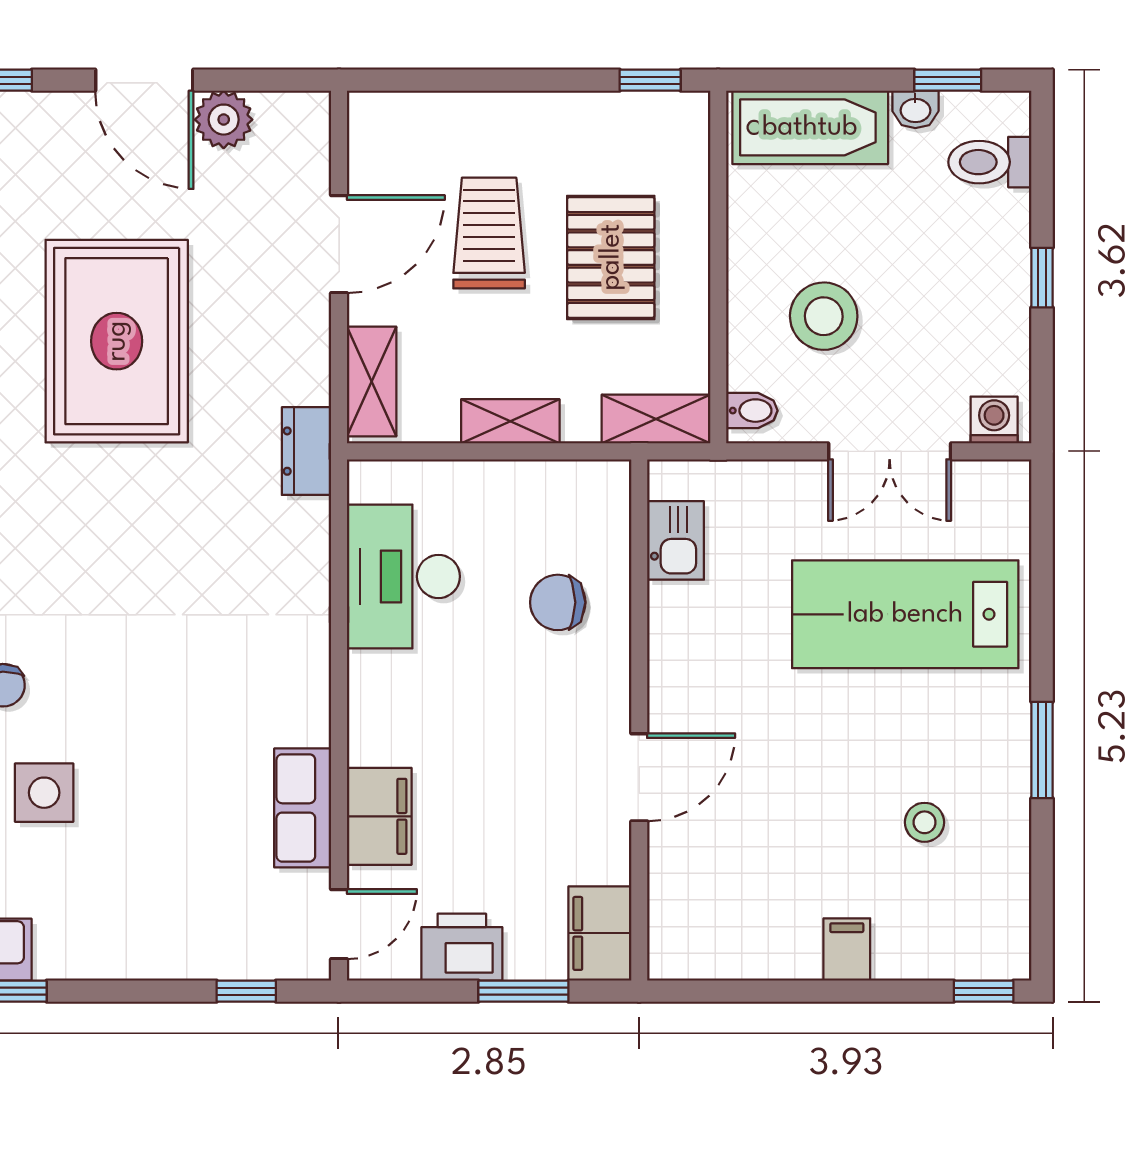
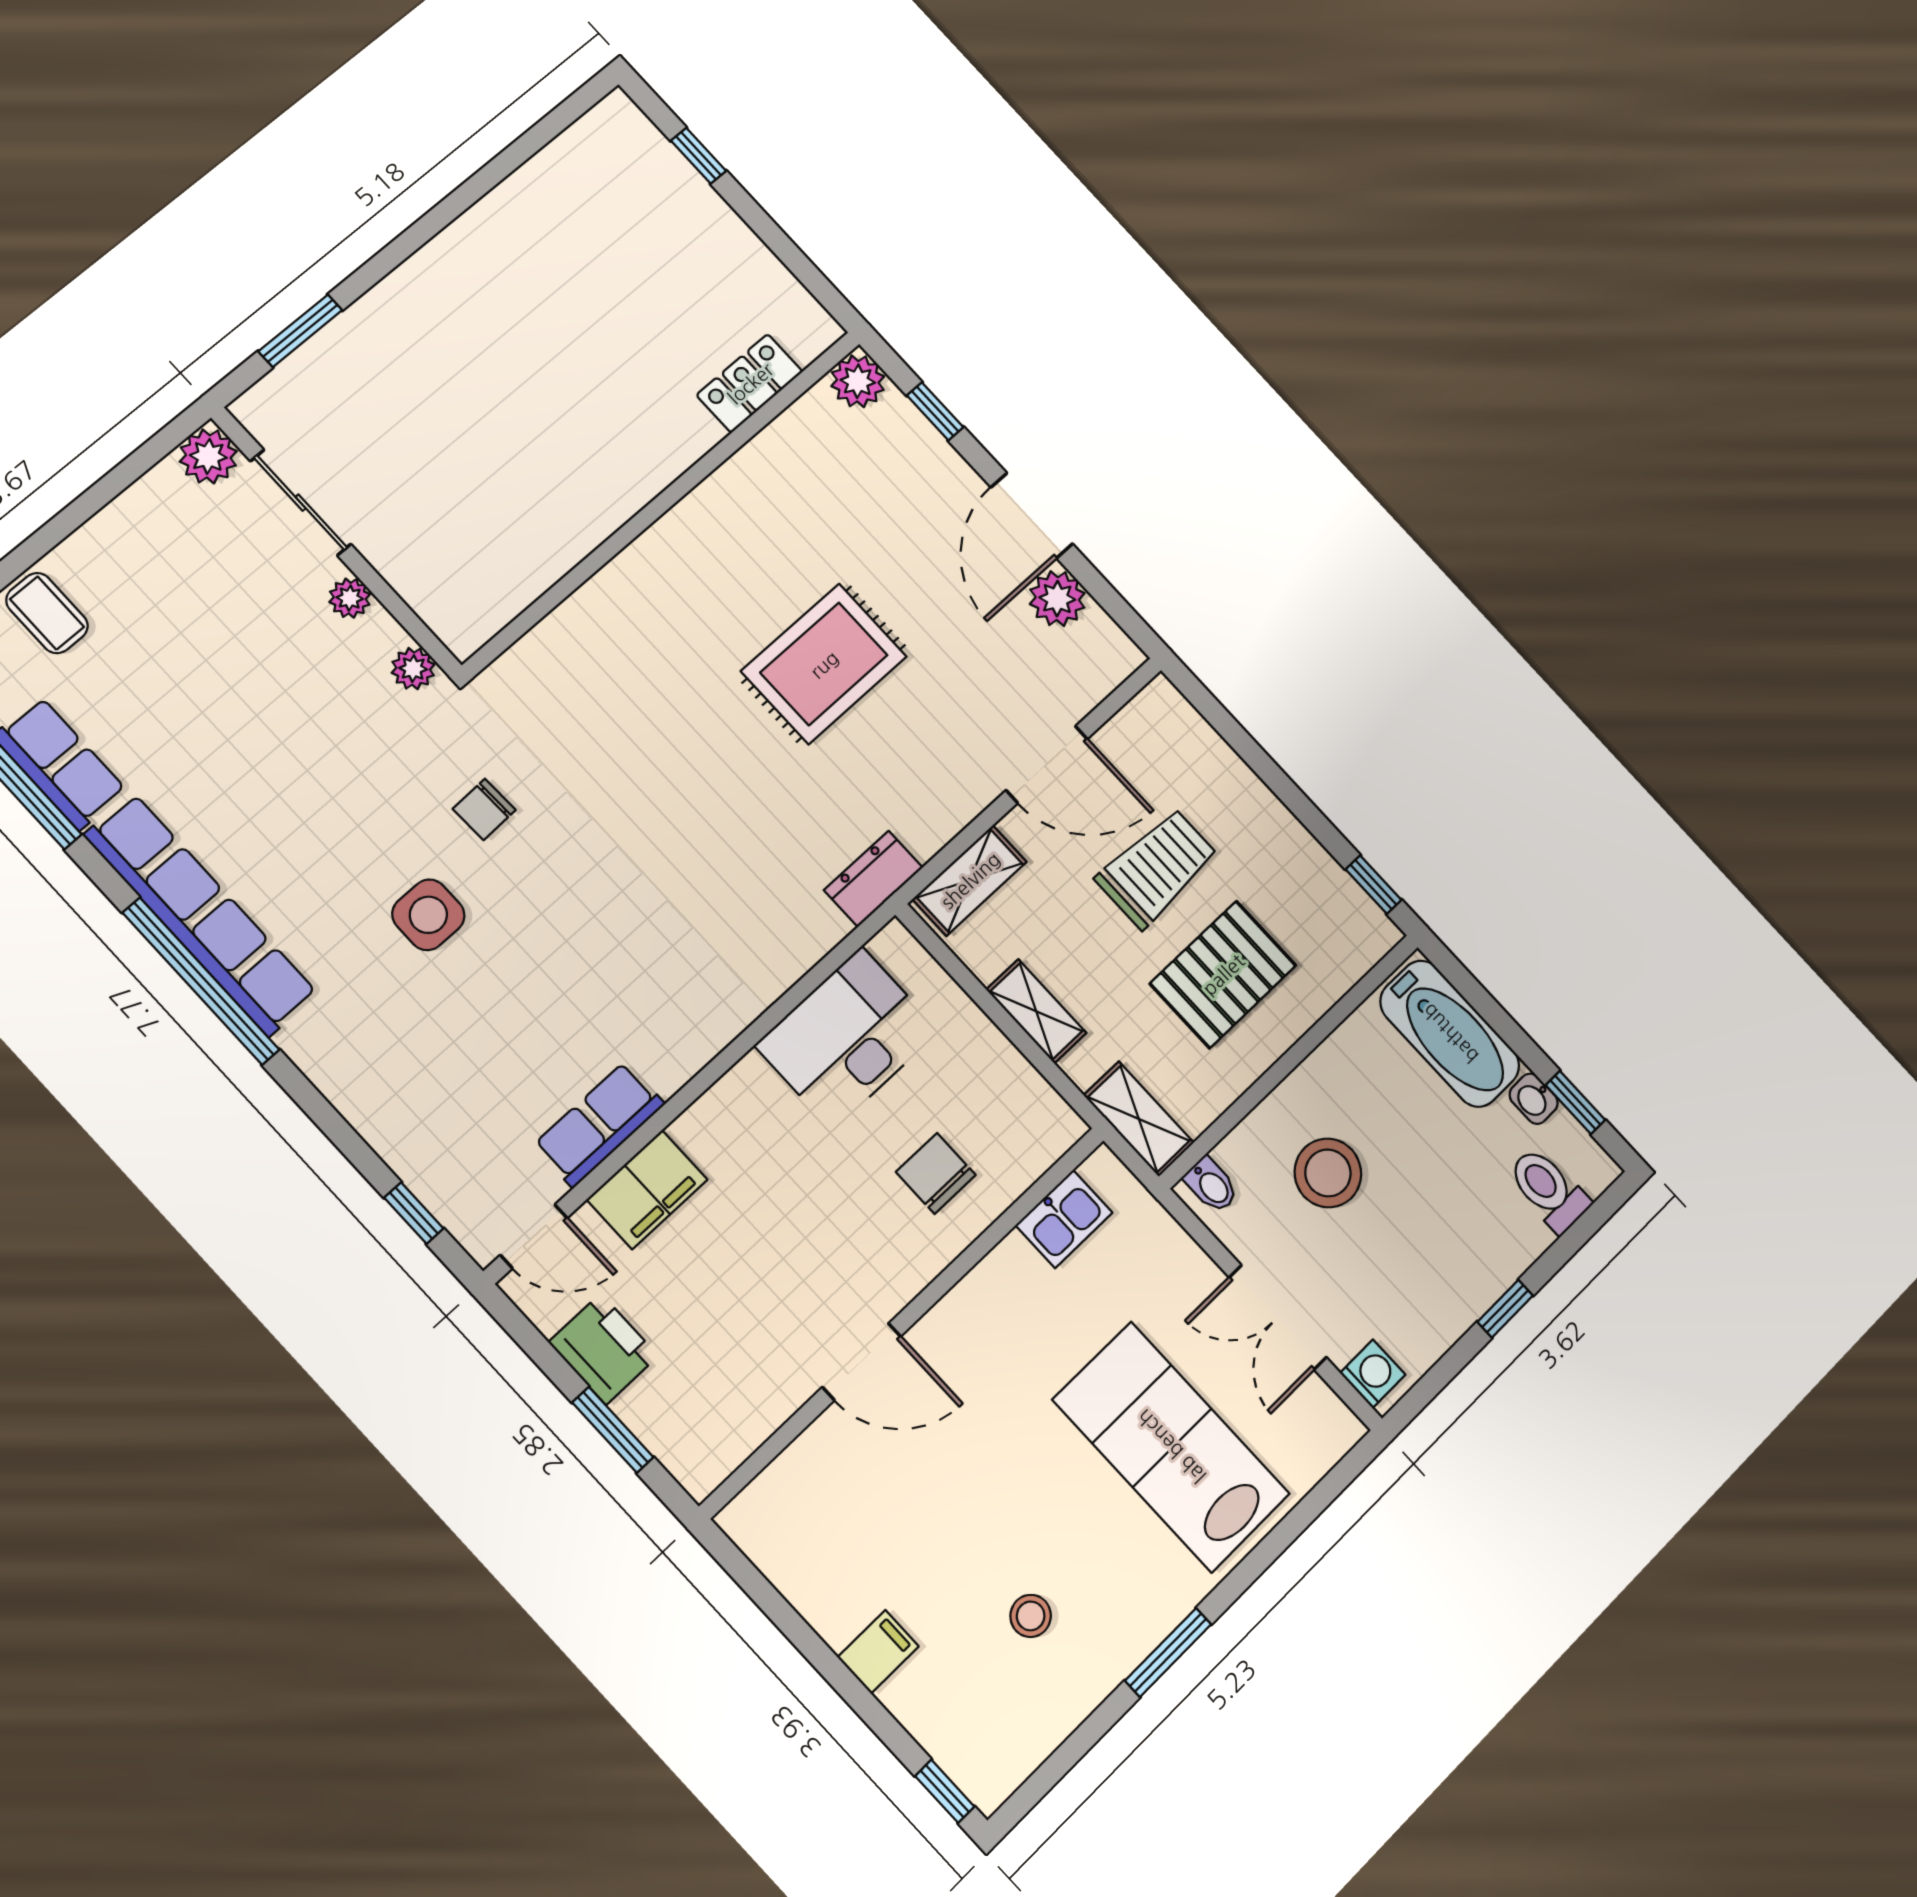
rug: (117, 341) -> (824, 664), width x0.73, depth x0.69
filing cabinet: (600, 933) -> (713, 1447), removed

